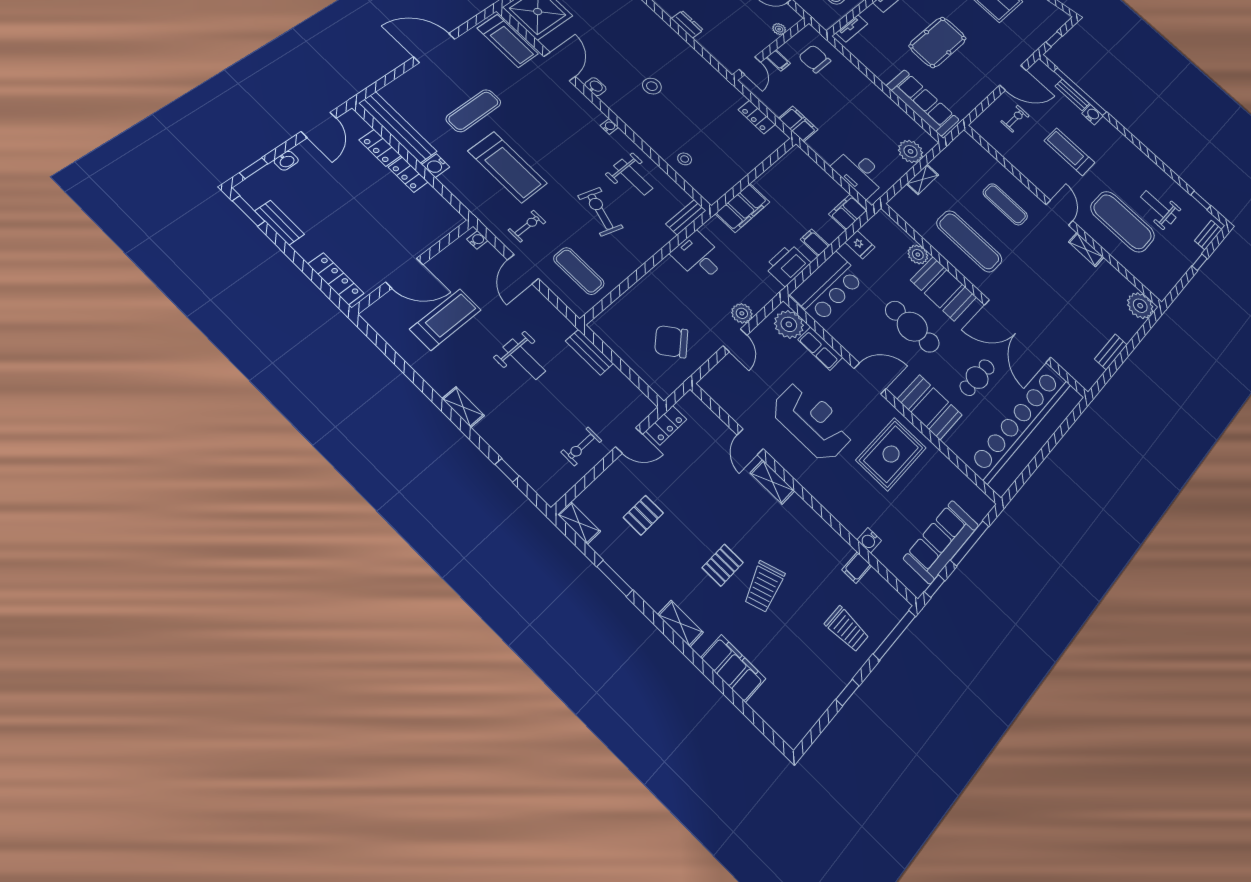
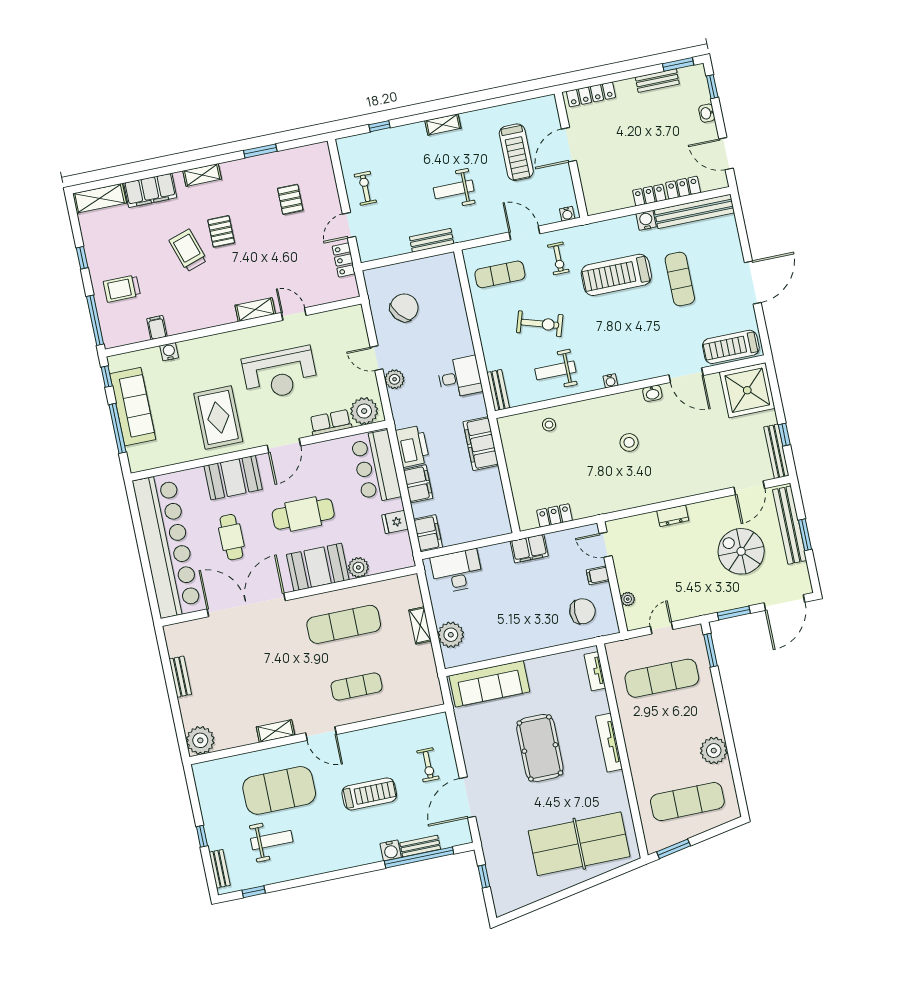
filing cabinet: (815, 243) -> (418, 484), width x2.00
shelving: (579, 523) -> (99, 198), moved, width x1.50, depth x1.33

